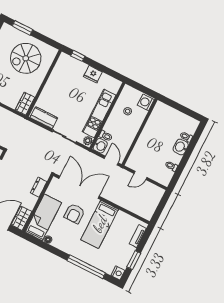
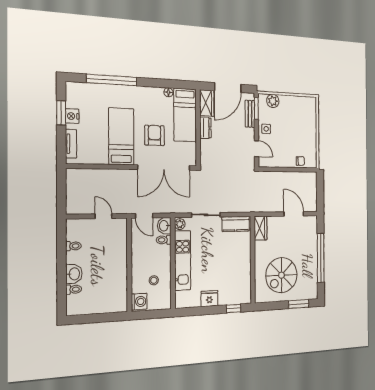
spiral stairs: (26, 58) -> (281, 275), turned 180
door: (140, 175) -> (104, 216), hinge flipped
dresser: (39, 187) -> (205, 128), moved
nightstand: (118, 273) -> (72, 116), moved

